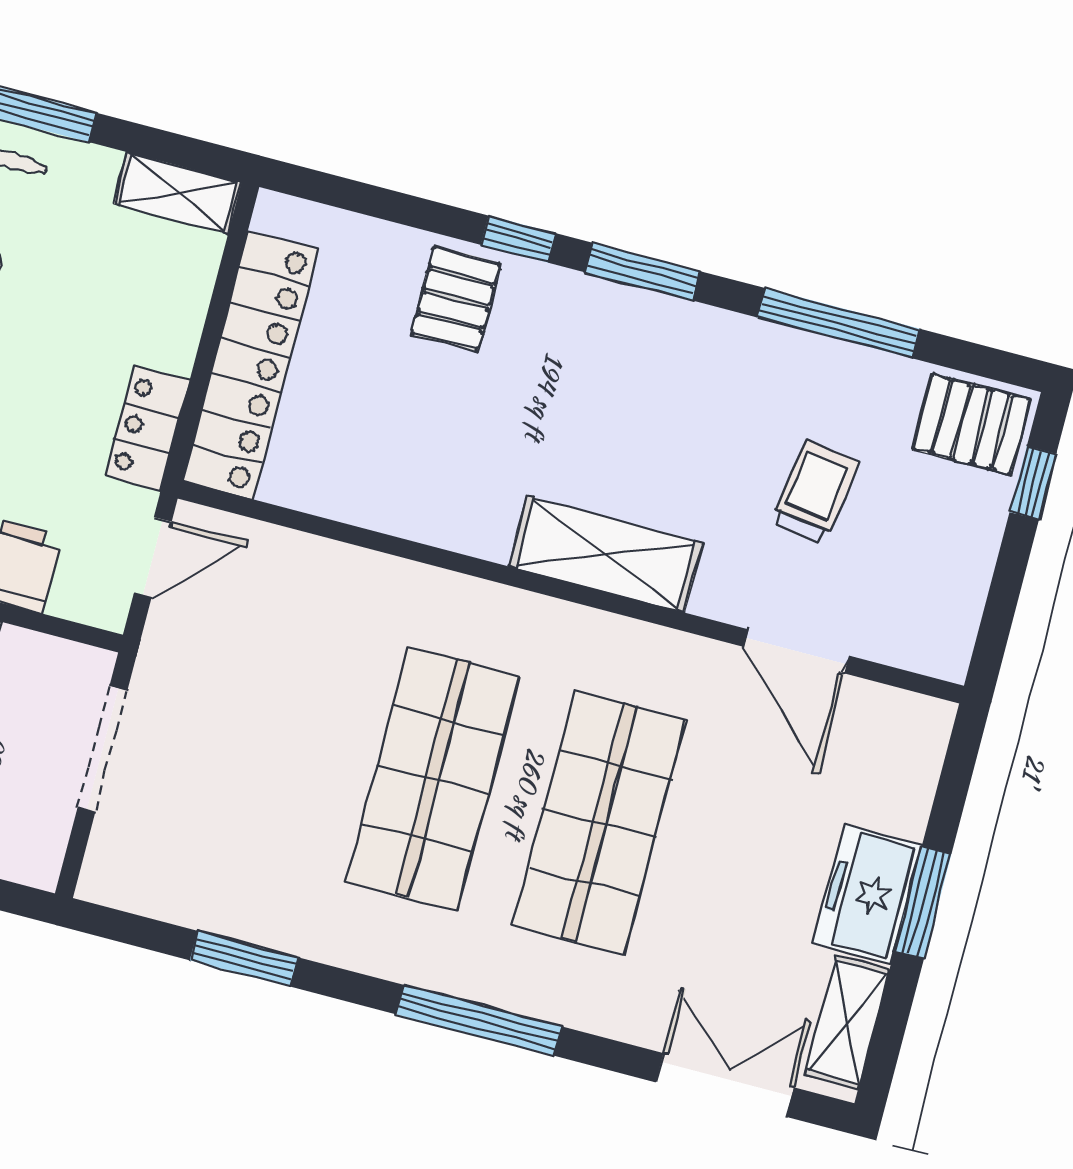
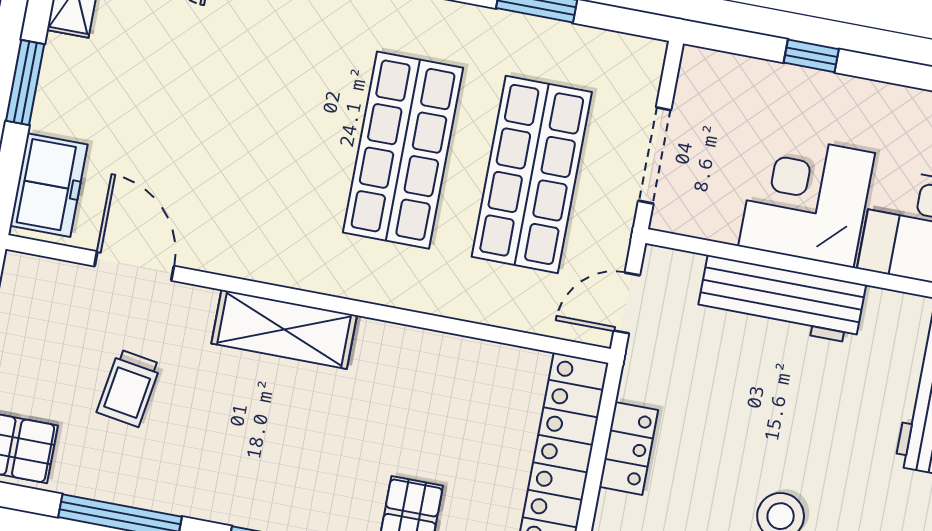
locker: (147, 428) -> (629, 448), moved
shop shelf: (599, 823) -> (532, 174), moved
freezer: (868, 894) -> (49, 185), moved

